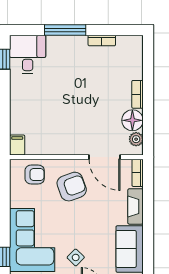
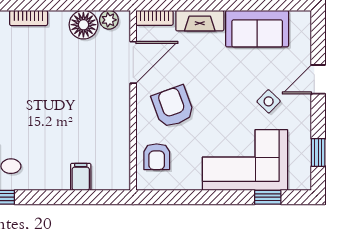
bookcase: (137, 94) -> (29, 18), moved
filing cabinet: (17, 145) -> (81, 177), moved, turned 90
armchair: (35, 175) -> (157, 157), turned 180

